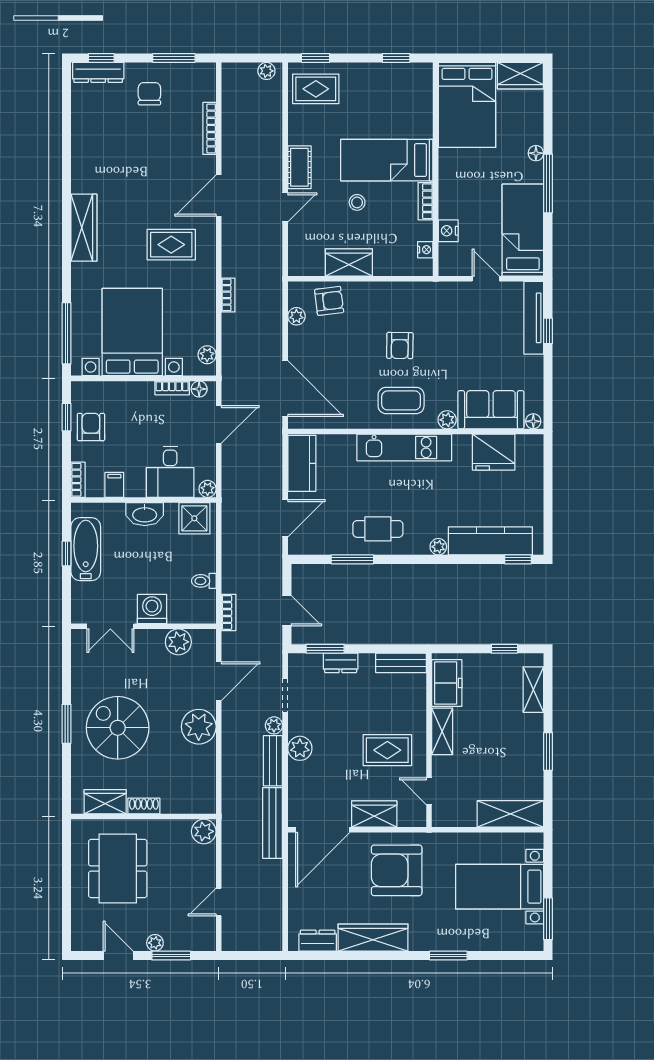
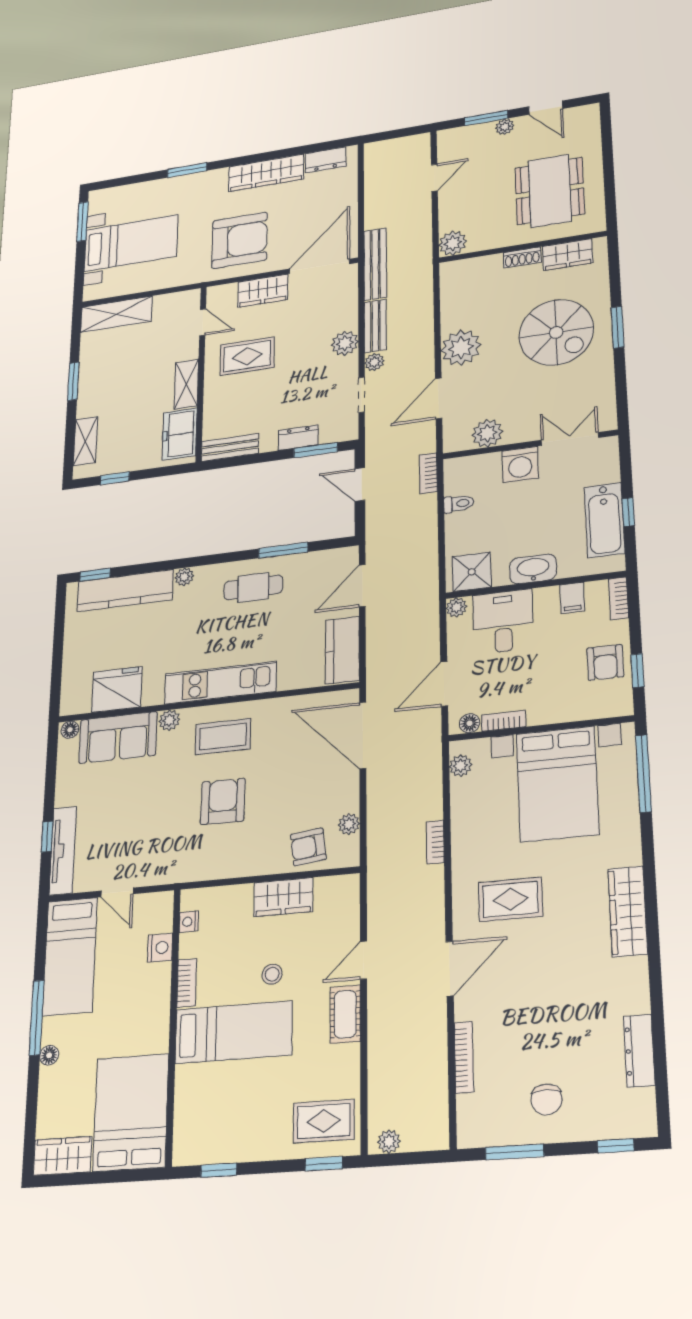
dresser: (98, 72) -> (639, 1051), moved, turned -90
armchair: (400, 345) -> (223, 801), width x1.38, depth x1.38

